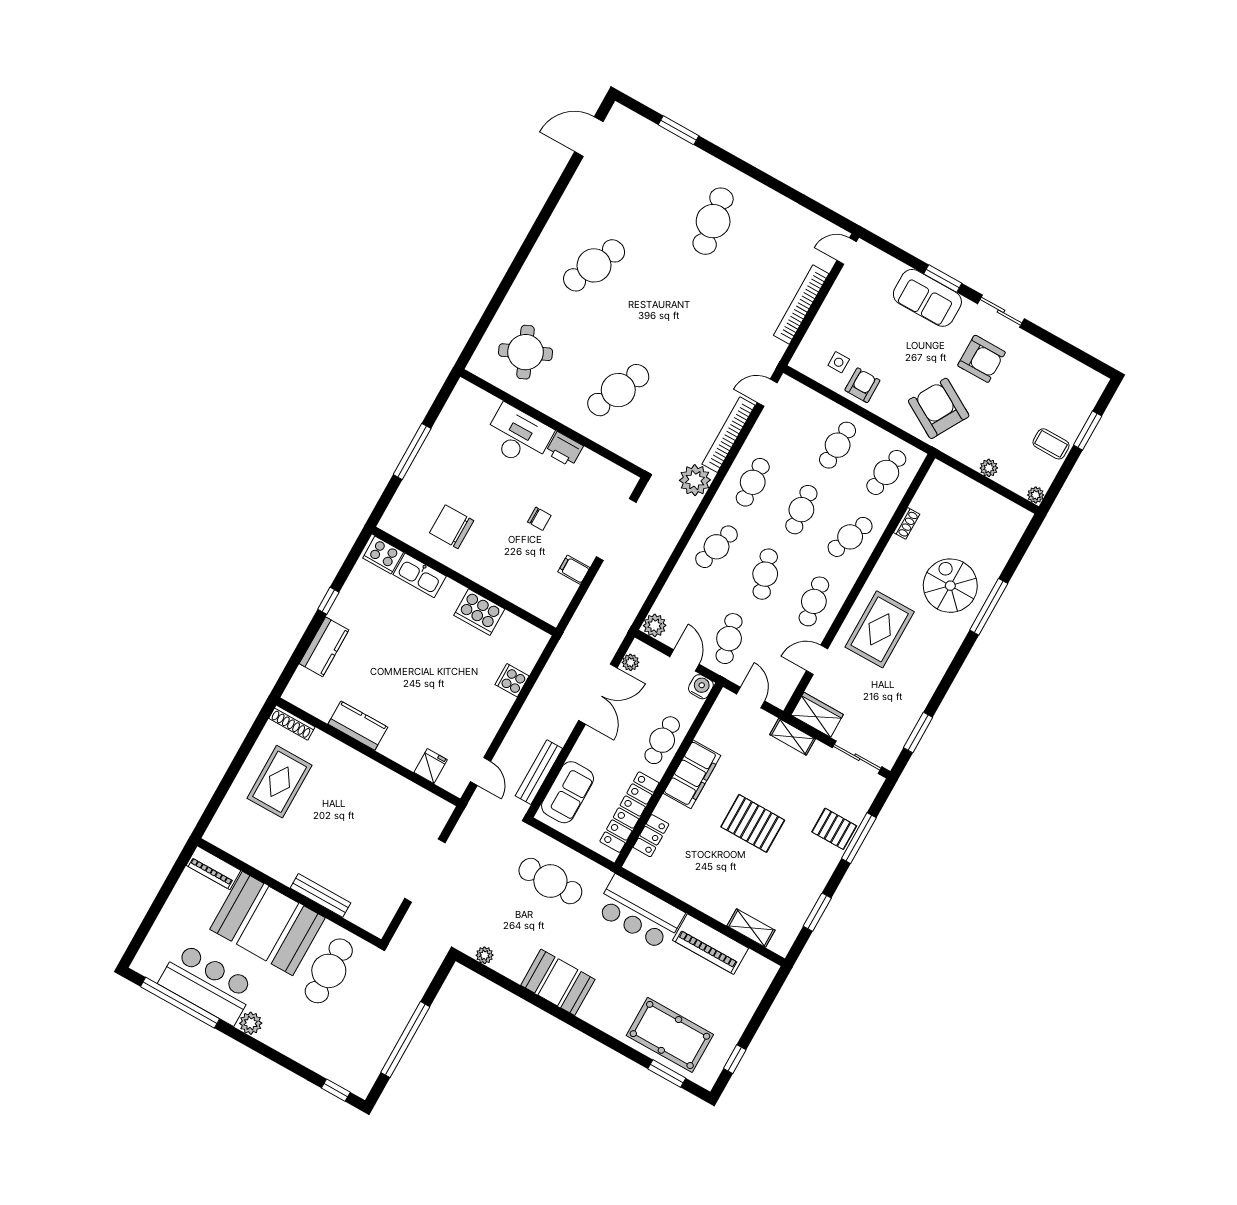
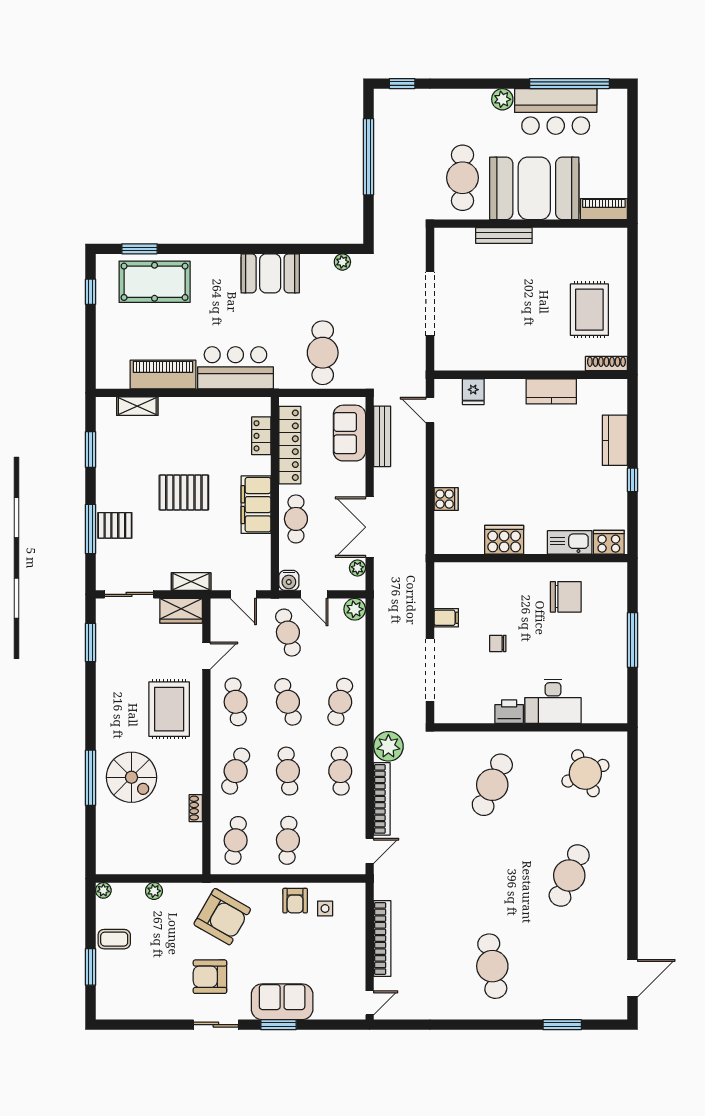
cafe table: (550, 881) -> (323, 353), turned 90

